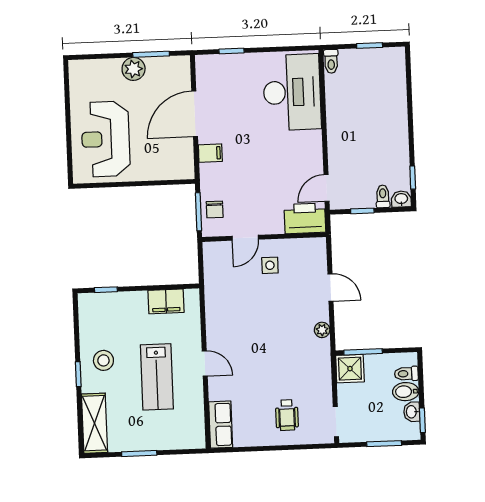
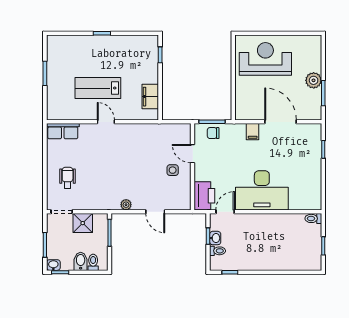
desk: (292, 92) -> (262, 190), moved
door: (326, 188) -> (225, 212), hinge flipped
washbasin: (401, 199) -> (215, 238), moved
door: (330, 288) -> (155, 212), hinge flipped
stool: (103, 360) -> (111, 51), removed
door: (205, 364) -> (106, 122), swing flipped
shower: (350, 369) -> (83, 223), moved
washbasin: (412, 412) -> (53, 265), moved
wheelchair: (287, 415) -> (68, 178), turned 90
shelving: (94, 423) -> (67, 43), removed

